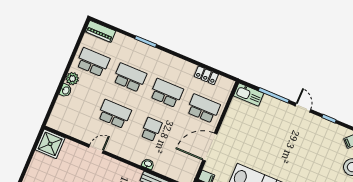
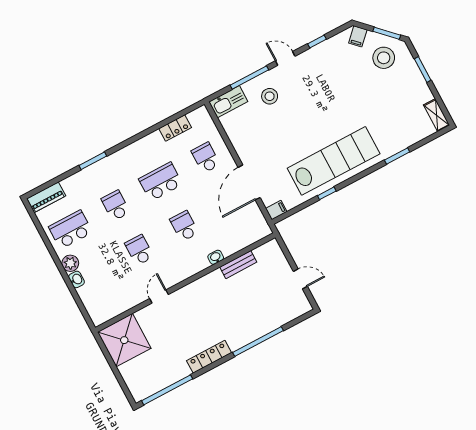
school desk: (130, 78) -> (116, 206), width x0.54
school desk: (203, 109) -> (206, 158), width x0.54
school desk: (114, 114) -> (139, 250), width x0.54
stool: (272, 117) -> (270, 96), added
shower: (50, 144) -> (124, 340), width x1.37, depth x1.37

